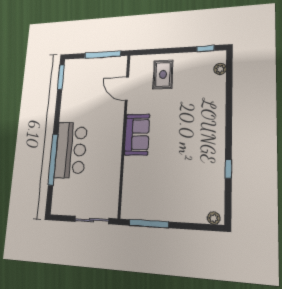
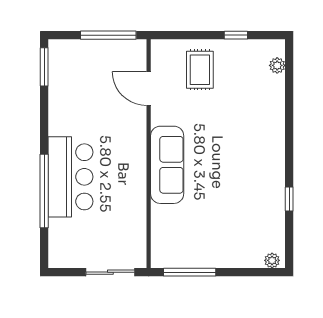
window: (205, 49) -> (236, 35), moved
sofa: (137, 135) -> (167, 165), width x1.36

